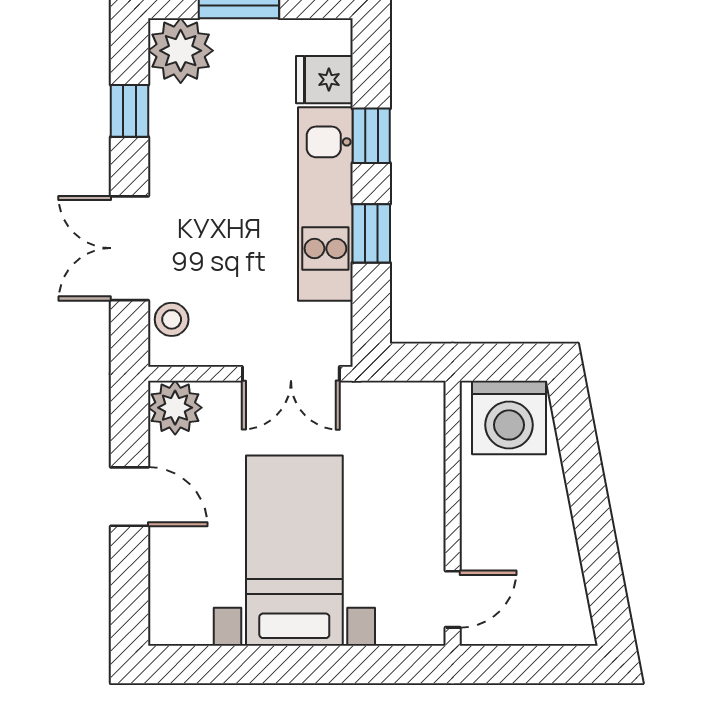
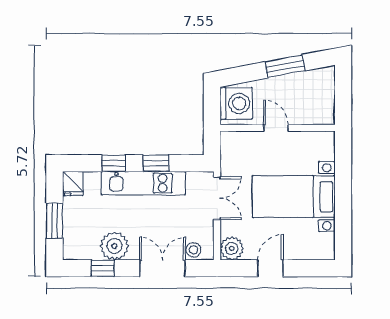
plant: (181, 51) -> (114, 246), moved
fridge: (324, 80) -> (73, 184), moved
double door: (129, 248) -> (162, 268), swing flipped
window: (595, 530) -> (285, 66), added
door: (453, 599) -> (276, 128), moved

